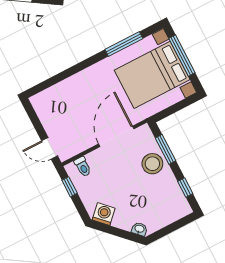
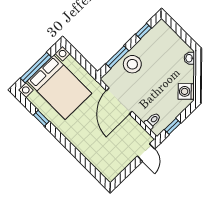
window: (124, 44) -> (41, 118), width x0.46
door: (116, 136) -> (119, 101), hinge flipped

